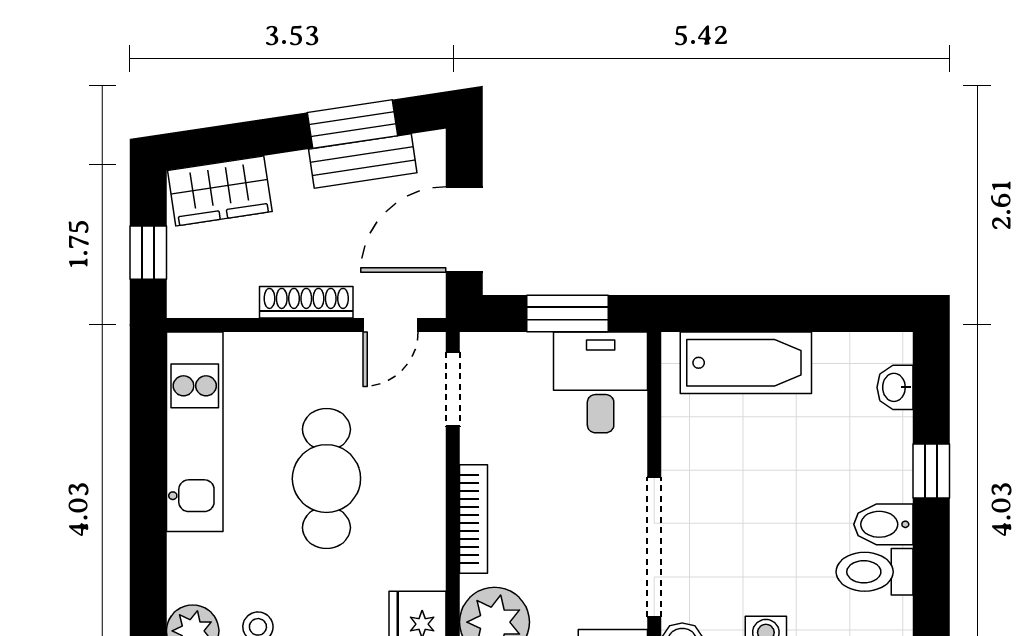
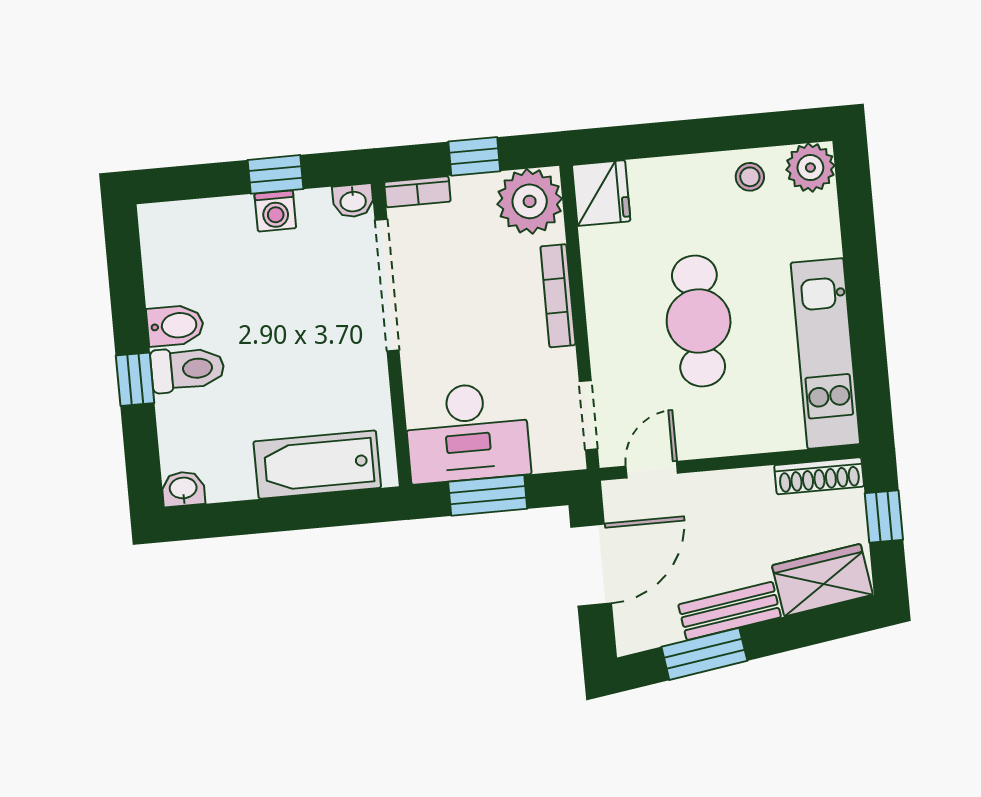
bench: (363, 161) -> (730, 611), moved
shoe rack: (306, 302) -> (819, 476), moved
desk: (601, 382) -> (467, 432), width x1.37
washbasin: (895, 387) -> (183, 489), moved, turned -90
toilet: (875, 572) -> (187, 369), moved

